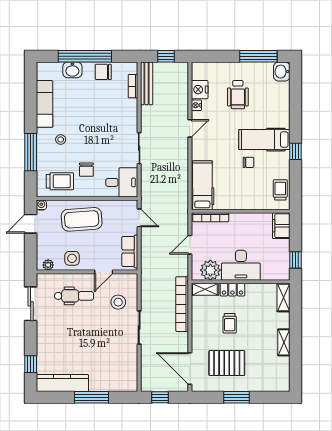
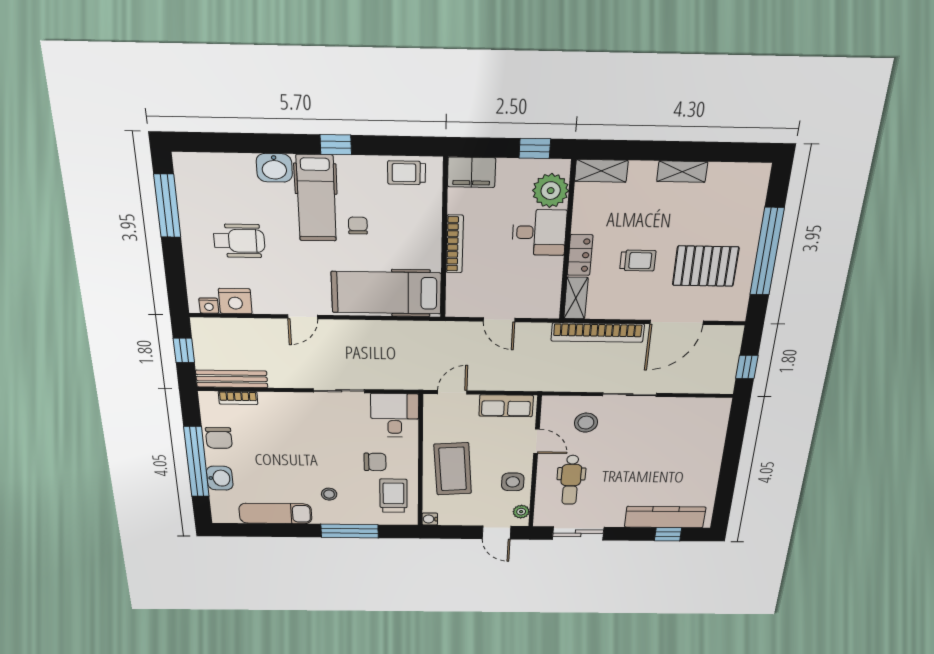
washbasin: (282, 72) -> (274, 168), moved
nightstand: (196, 105) -> (209, 306), moved
door: (190, 128) -> (303, 317), swing flipped
hospital bed: (202, 185) -> (386, 293), width x1.37, depth x1.29
bookcase: (211, 217) -> (455, 244), moved
door: (31, 224) -> (496, 533), moved
desk: (241, 265) -> (539, 232), width x0.73
plant: (210, 270) -> (551, 191), moved
dental chair: (74, 296) -> (571, 480), turned 180
pallet: (227, 363) -> (706, 266), turned 90
door: (190, 368) -> (677, 322), moved
kitchen counter: (62, 383) -> (665, 517), moved, turned 90
window: (91, 397) -> (731, 460), removed
window: (236, 397) -> (767, 252), width x2.11

